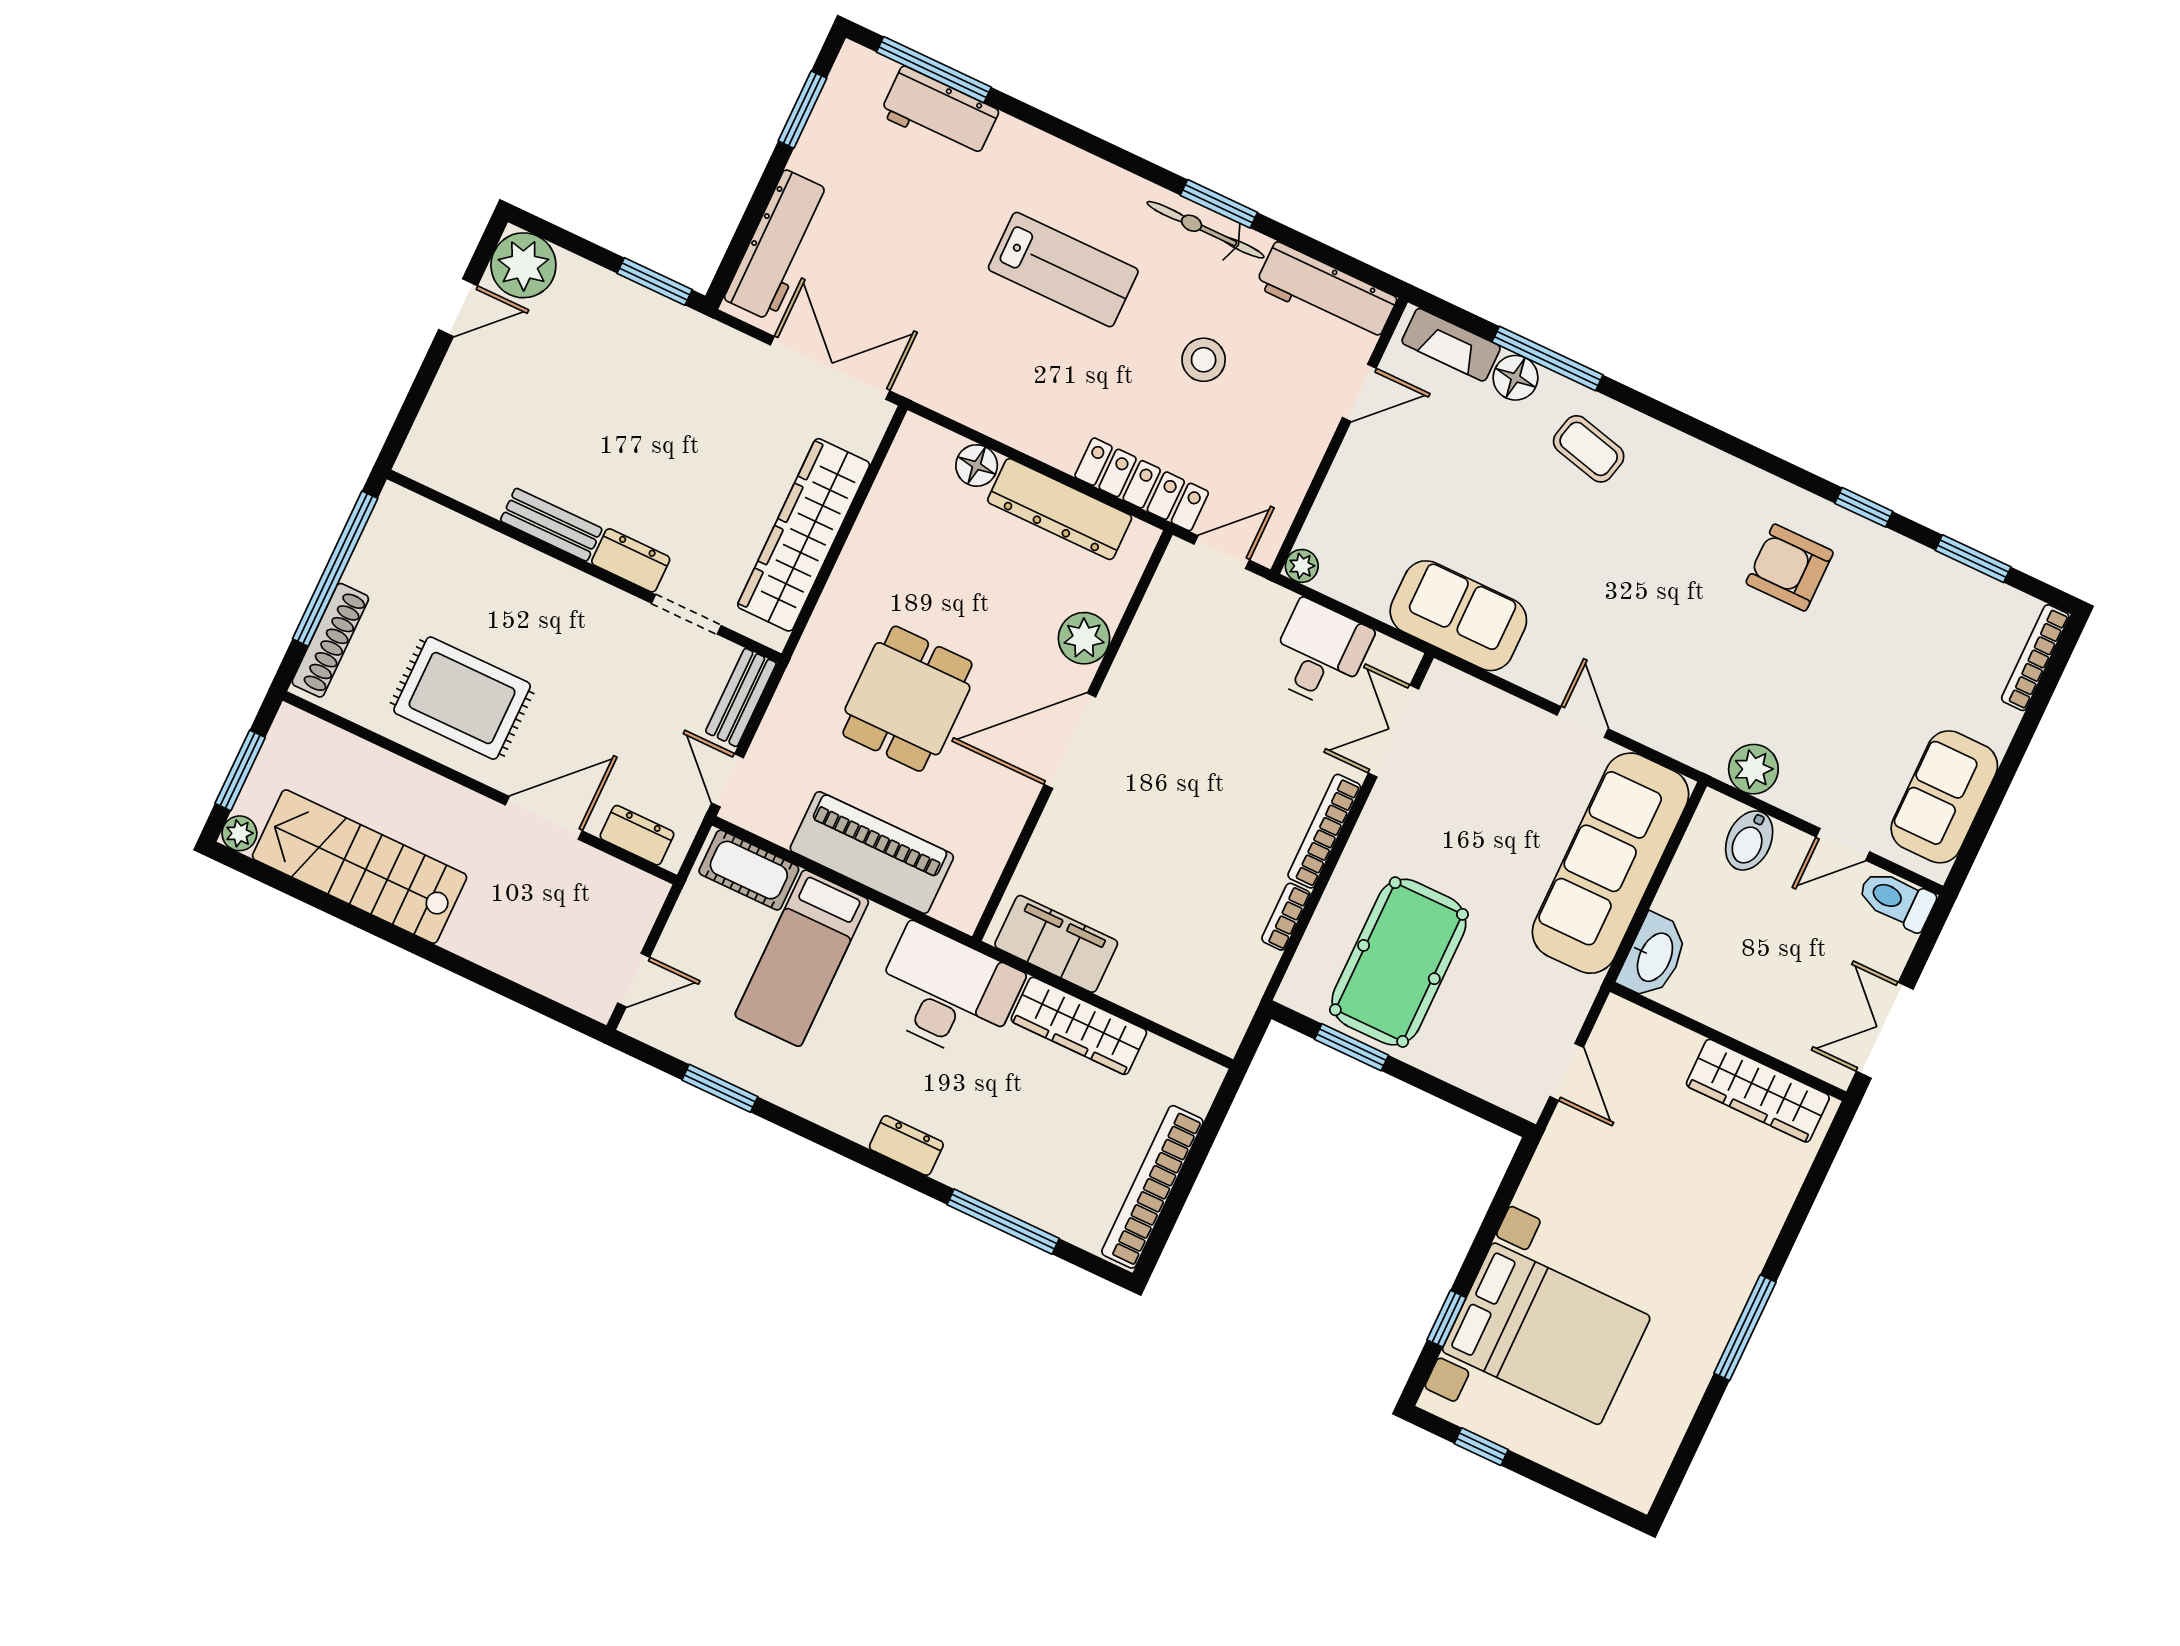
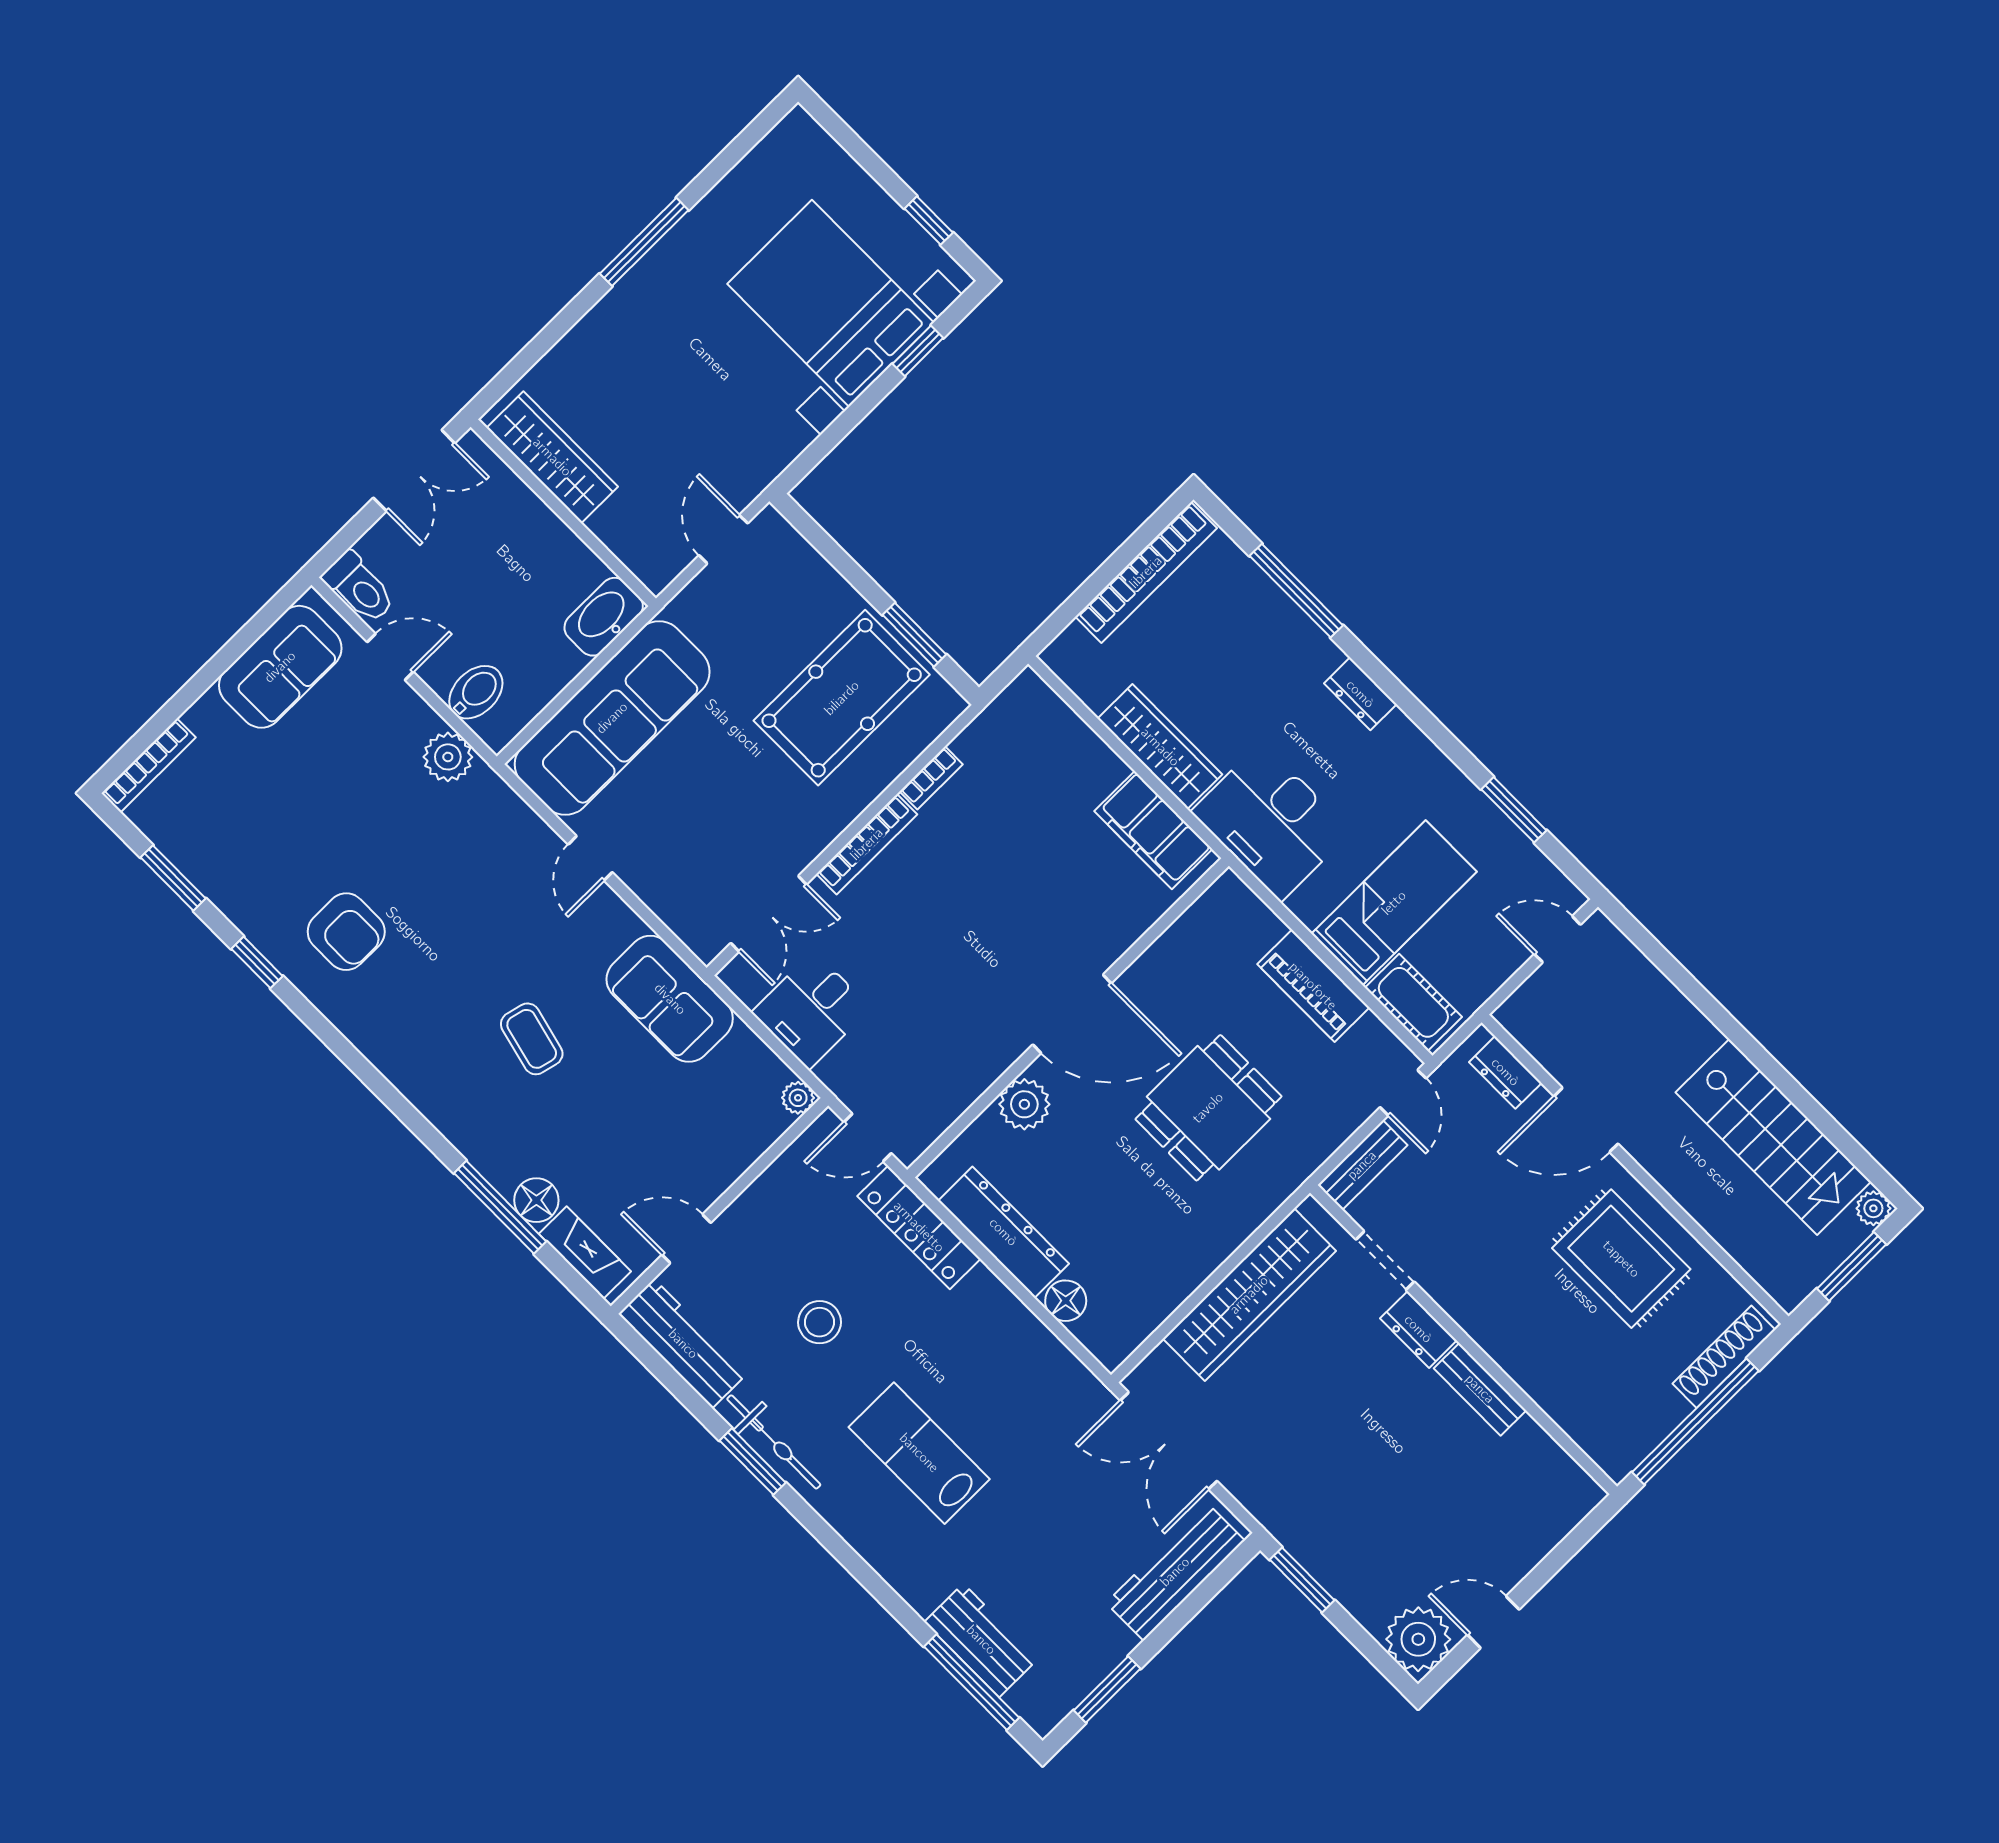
coffee table: (1589, 449) -> (532, 1039), moved
piano: (872, 853) -> (1313, 986), width x0.73, depth x0.75

